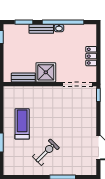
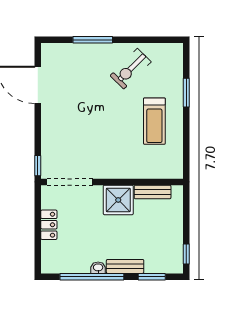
exercise bike: (46, 152) -> (131, 69), moved

